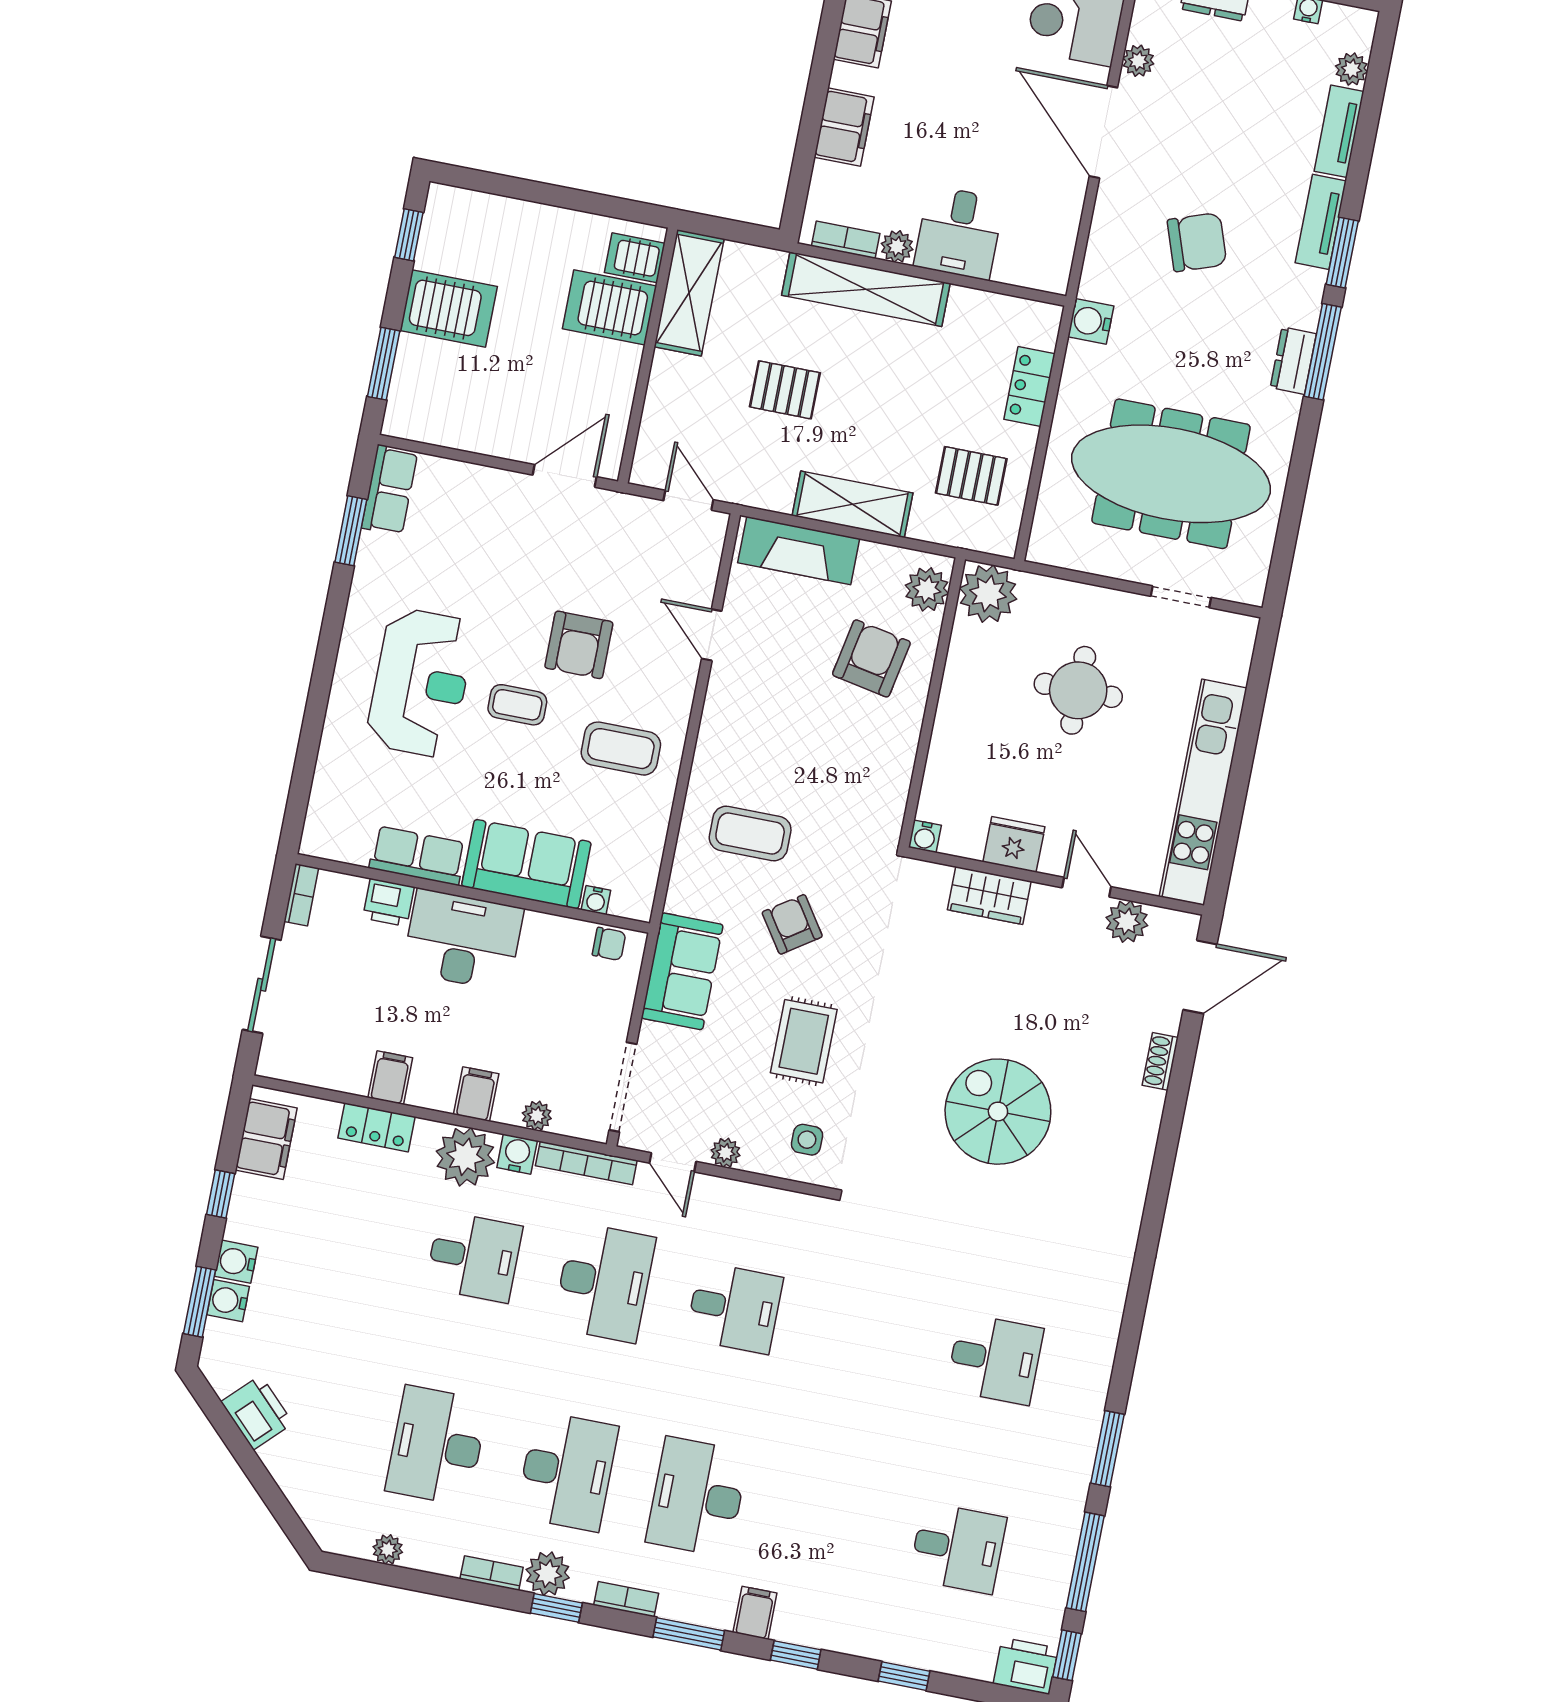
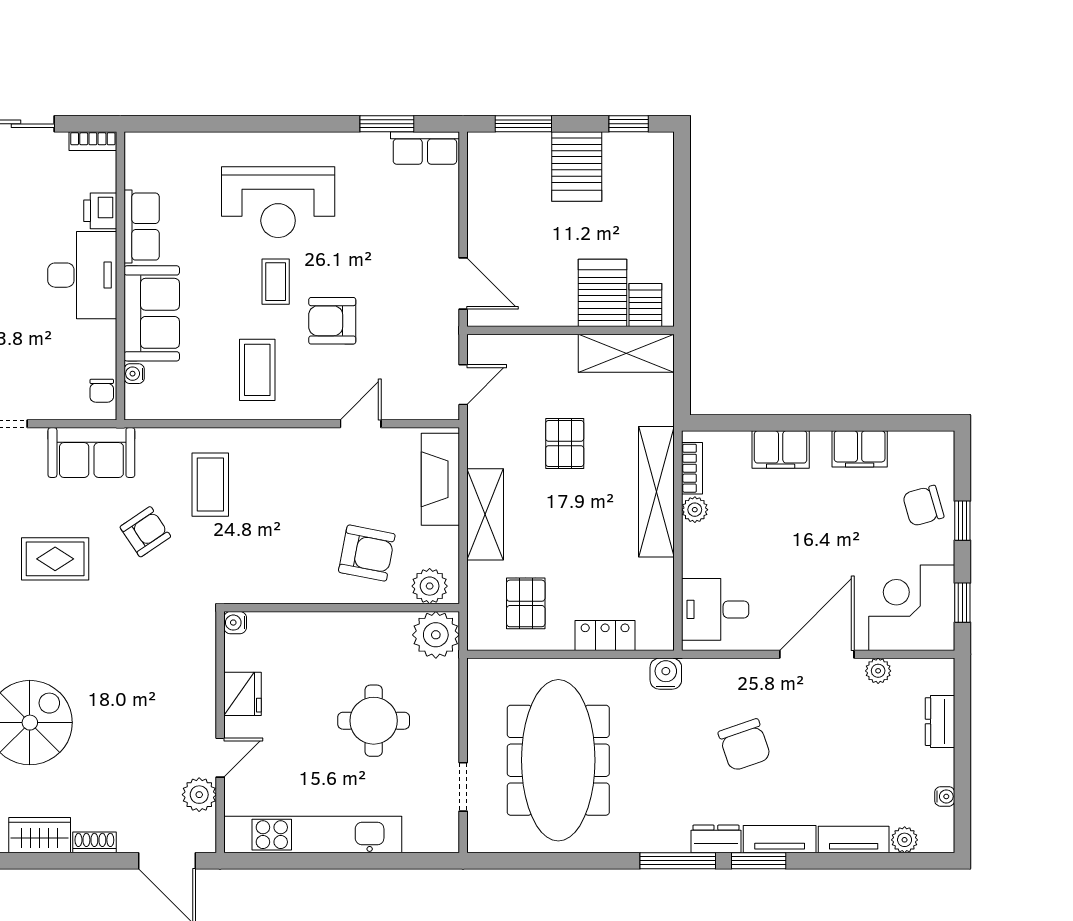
desk: (959, 233) -> (715, 609), moved
dresser: (1293, 361) -> (716, 839), moved
wardrobe: (989, 895) -> (40, 835), moved, turned 90

